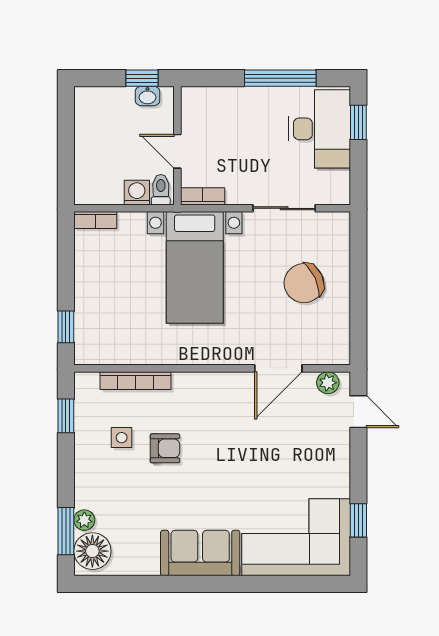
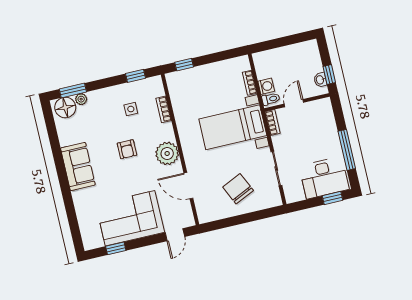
bookcase: (95, 220) -> (250, 83), moved
bookcase: (136, 381) -> (164, 109), width x0.64
plant: (328, 383) -> (167, 153), moved, width x1.88, depth x1.88
armchair: (165, 448) -> (127, 149), moved
corner sofa: (296, 537) -> (130, 218), moved, turned -90

